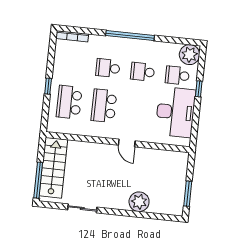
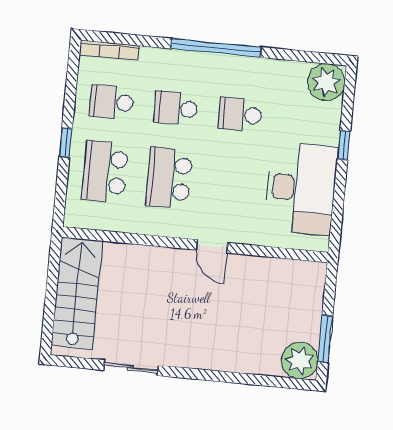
school desk: (177, 75) -> (112, 102), moved
window: (38, 180) -> (49, 316), removed
plant: (139, 202) -> (300, 361), moved

